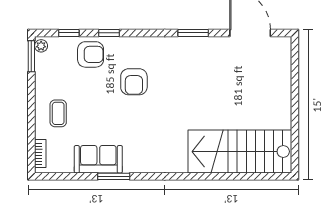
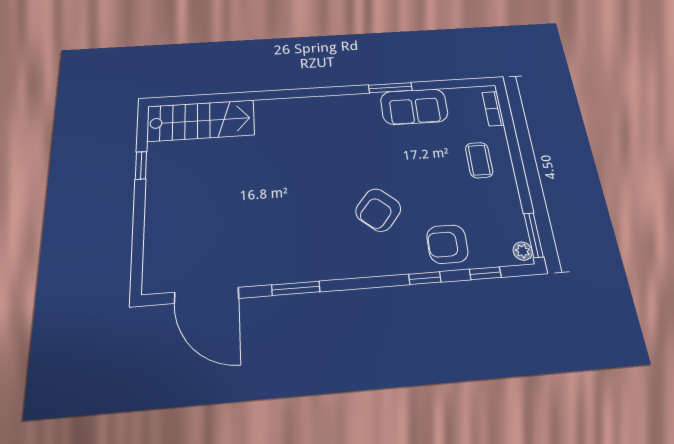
armchair: (134, 82) -> (378, 210), turned -140
window: (295, 127) -> (141, 165), added
stairs: (240, 152) -> (201, 121), width x0.73, depth x0.66

